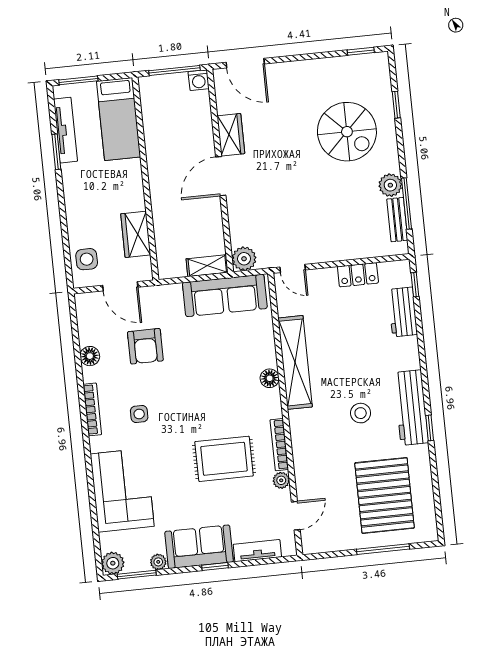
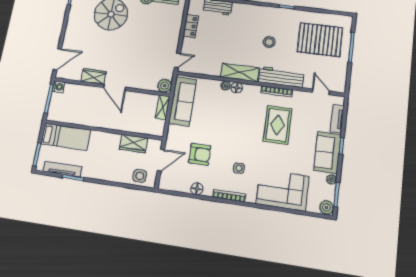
shelving: (295, 362) -> (240, 72), width x0.68
workbench: (411, 408) -> (281, 77), moved, turned 180
plant: (281, 480) -> (225, 86), moved

